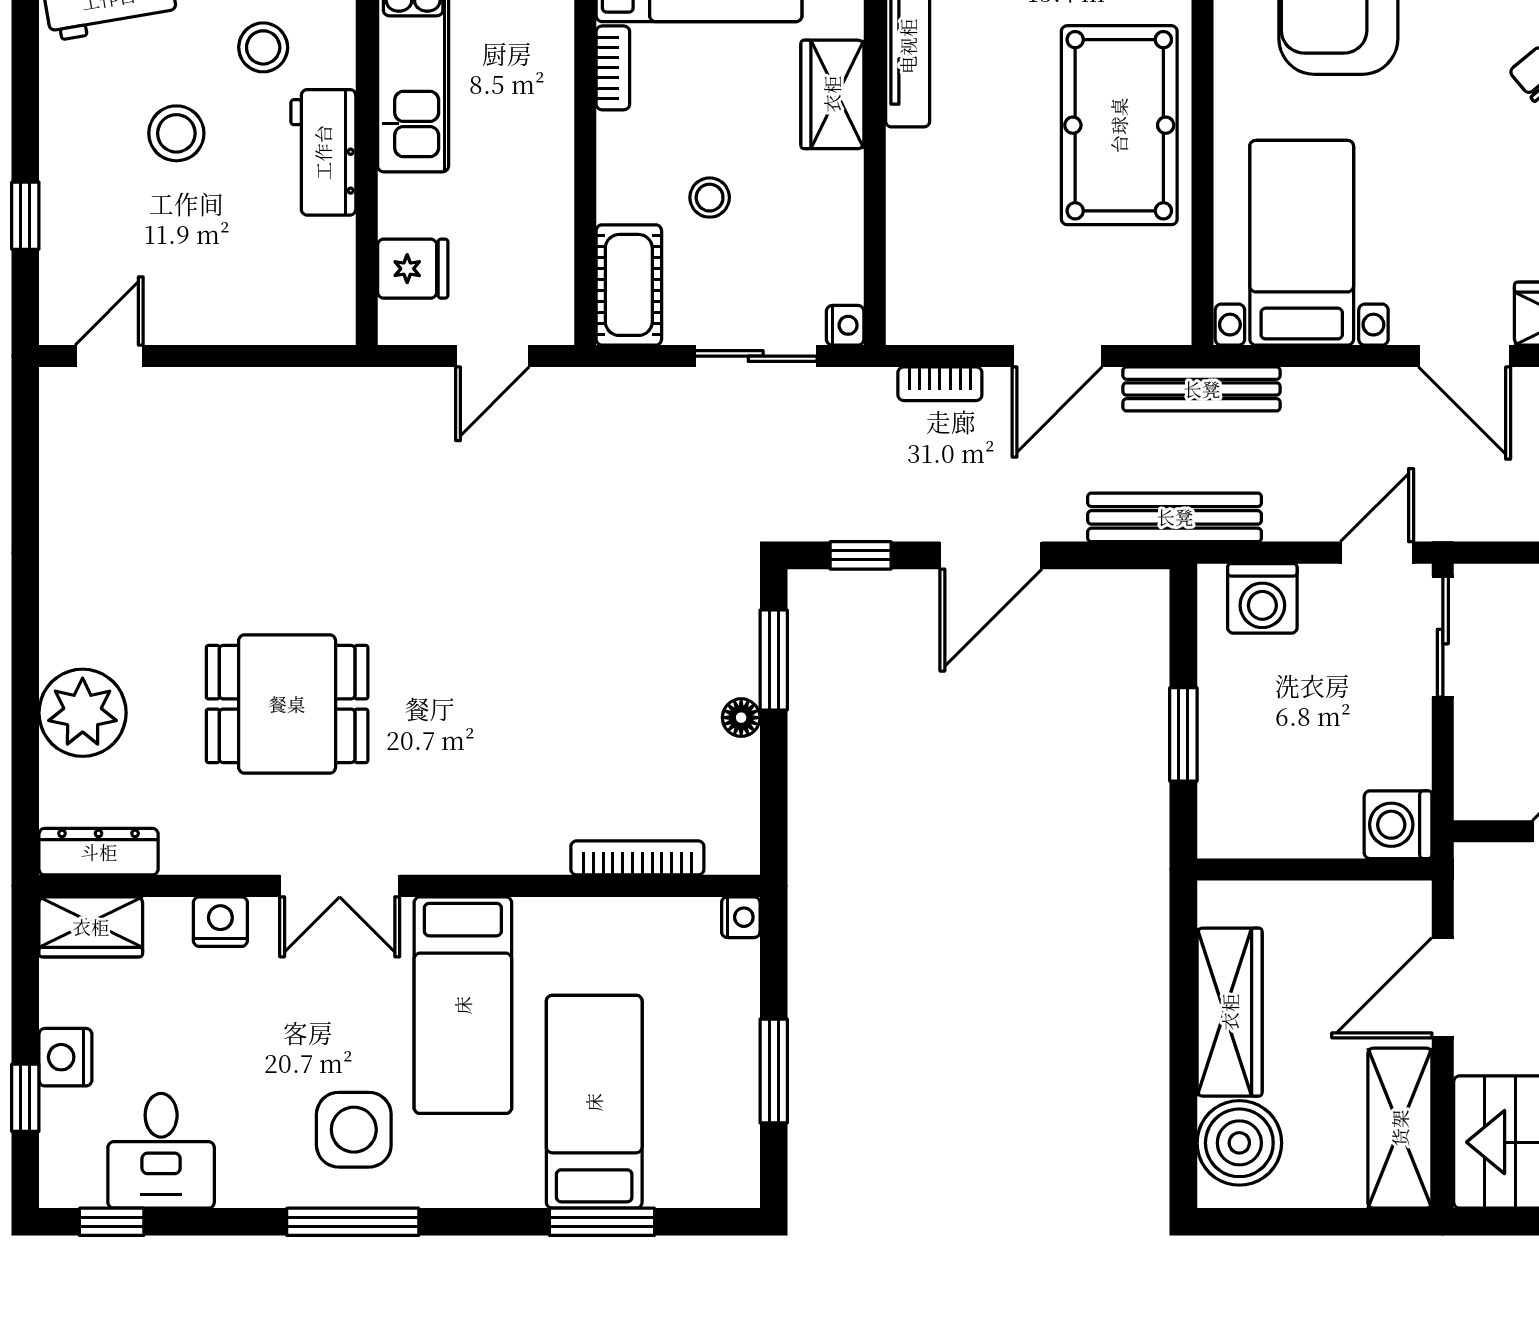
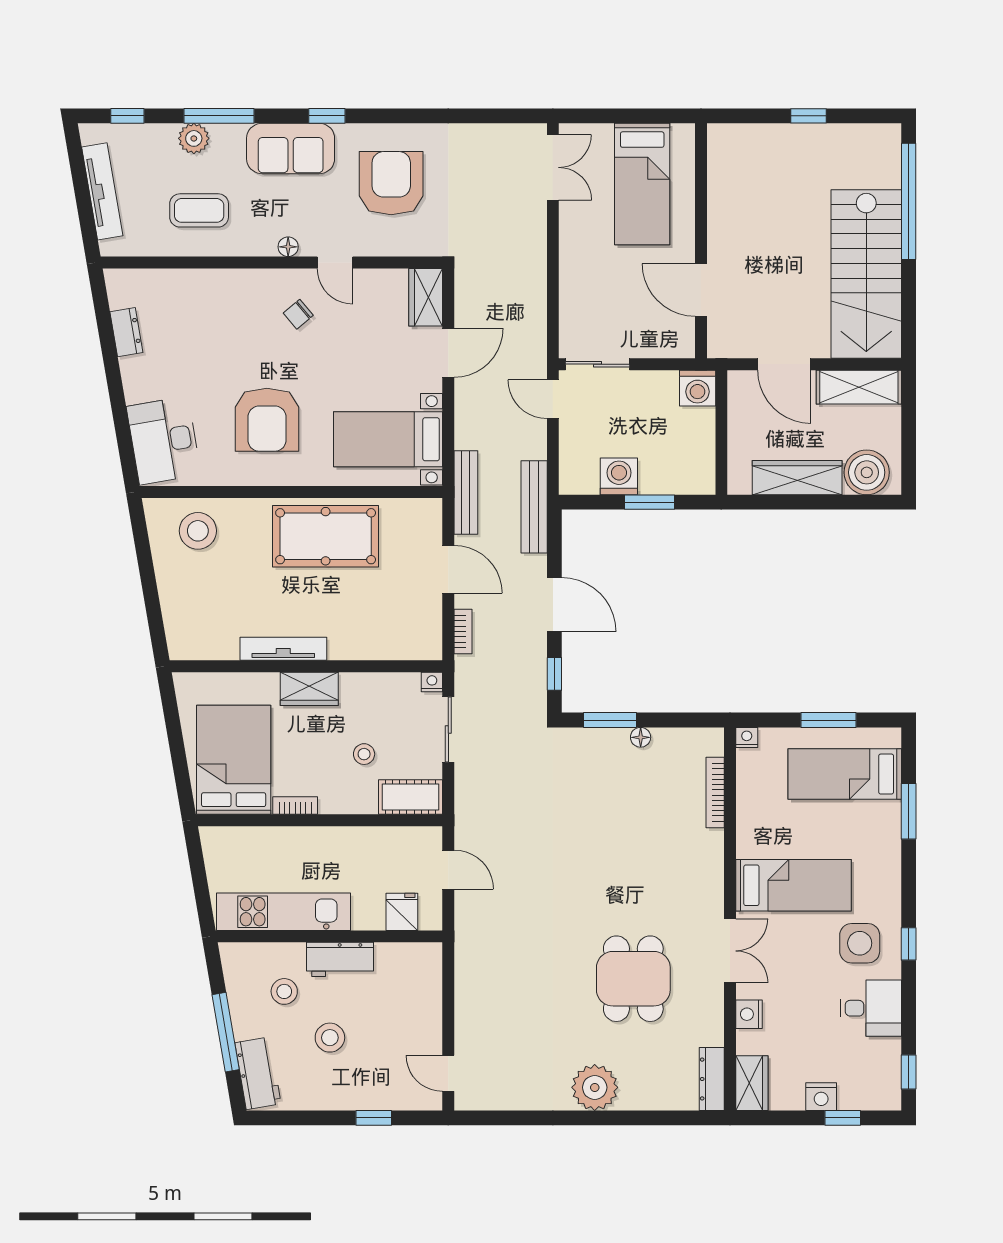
washing machine: (1262, 598) -> (619, 476), moved, turned -90
plant: (83, 713) -> (595, 1087), moved
bed: (594, 1102) -> (845, 774), moved
desk: (161, 1151) -> (871, 1008), moved
window: (353, 1222) -> (909, 944), width x0.46

